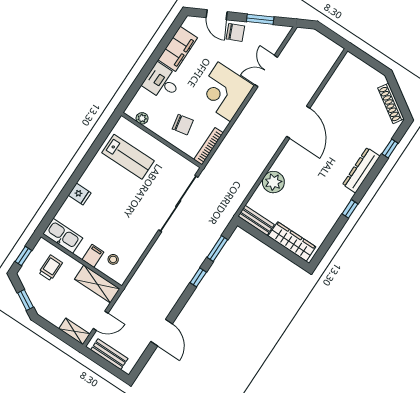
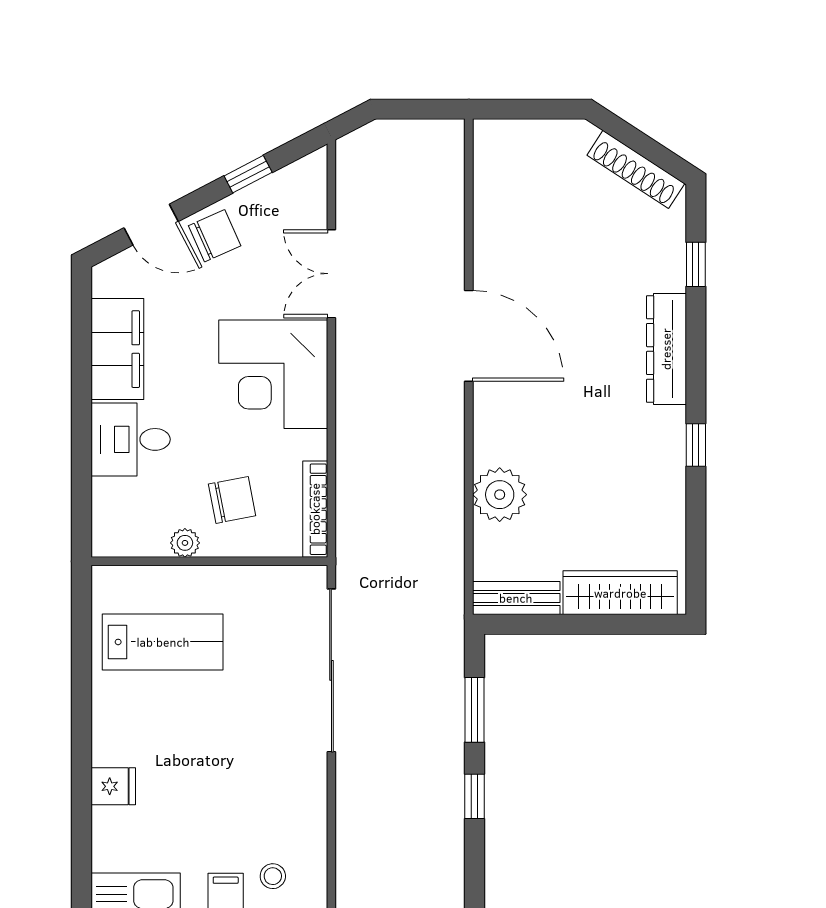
window: (260, 19) -> (248, 174), width x0.67
plant: (142, 118) -> (185, 543), moved

